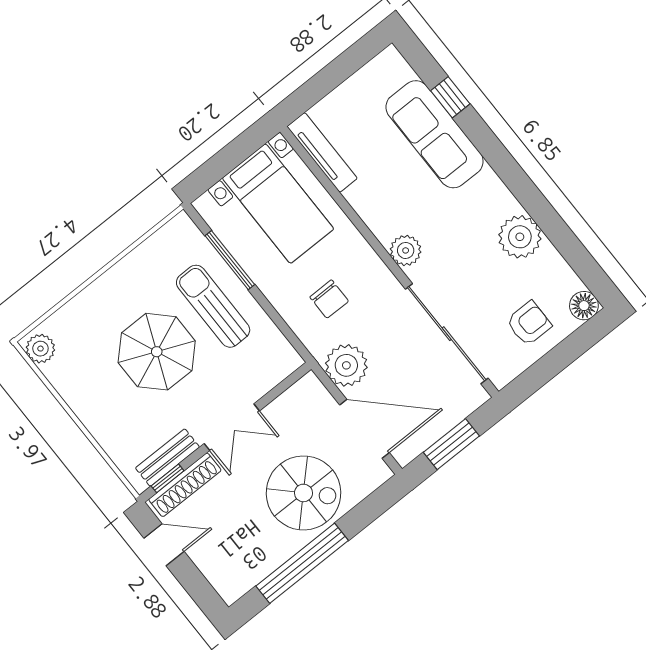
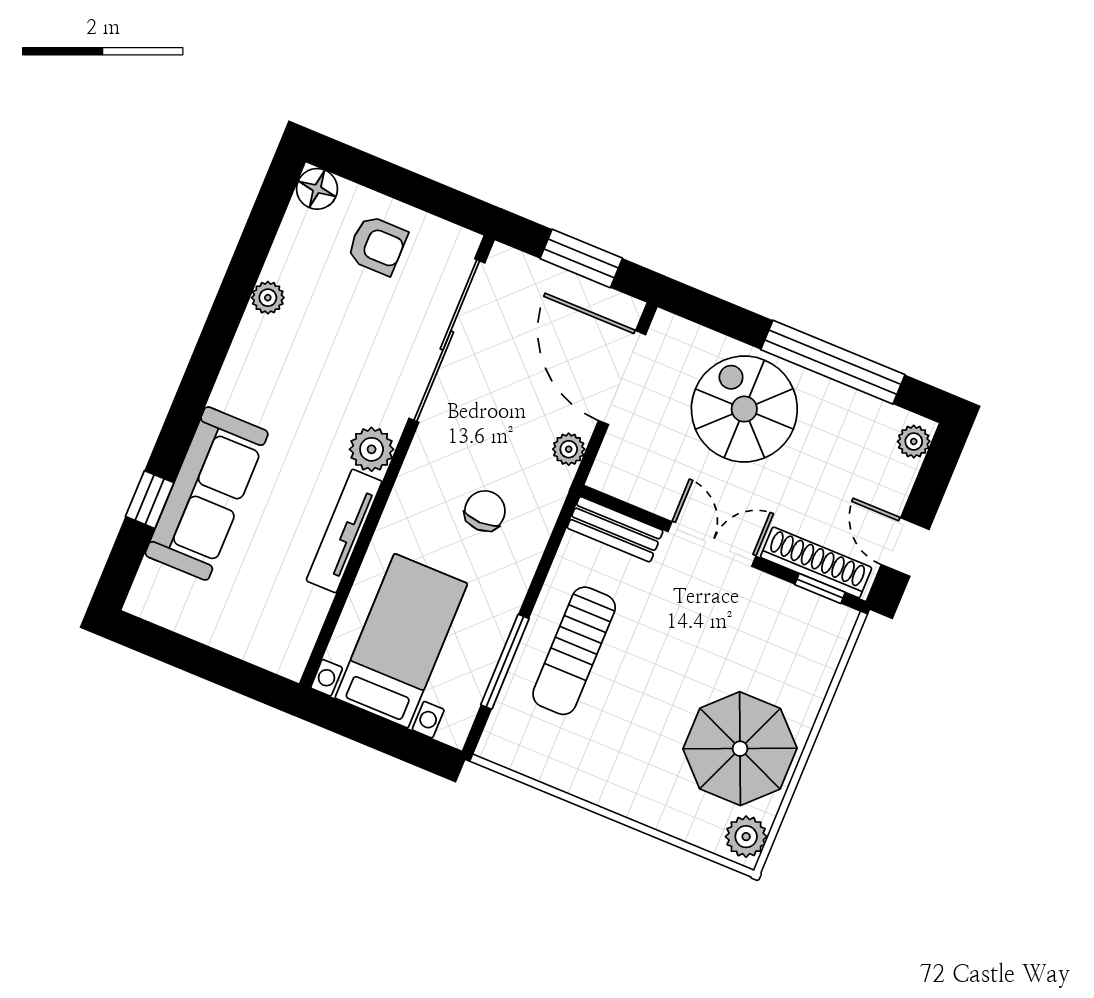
tv unit: (322, 152) -> (344, 531), moved
plant: (520, 237) -> (268, 298), width x0.53, depth x0.53
armchair: (529, 323) -> (377, 245), turned 180
parasol: (157, 352) -> (740, 749), moved
plant: (346, 365) -> (569, 449), width x0.53, depth x0.53
bench: (167, 458) -> (615, 529), moved
plant: (226, 586) -> (914, 442), added

